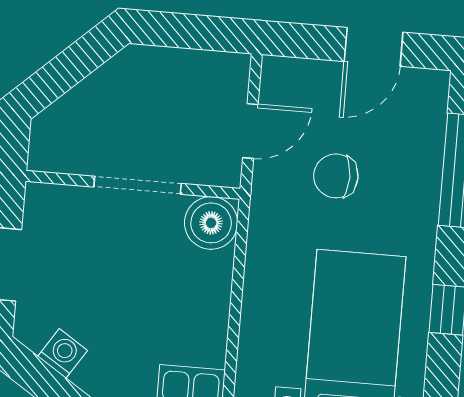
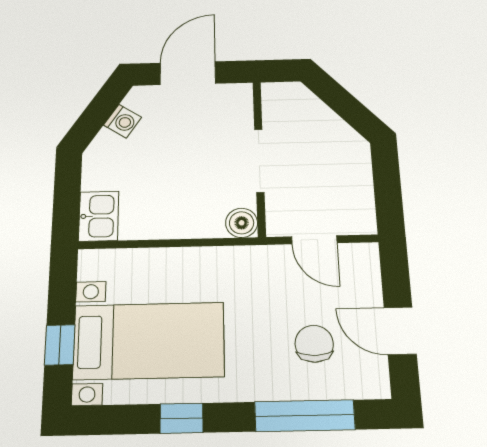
chair: (336, 176) -> (314, 344), moved
boiler: (211, 223) -> (242, 223), width x0.73, depth x0.73

